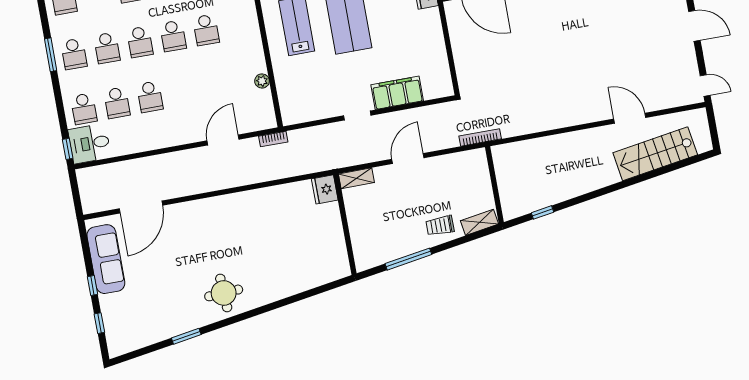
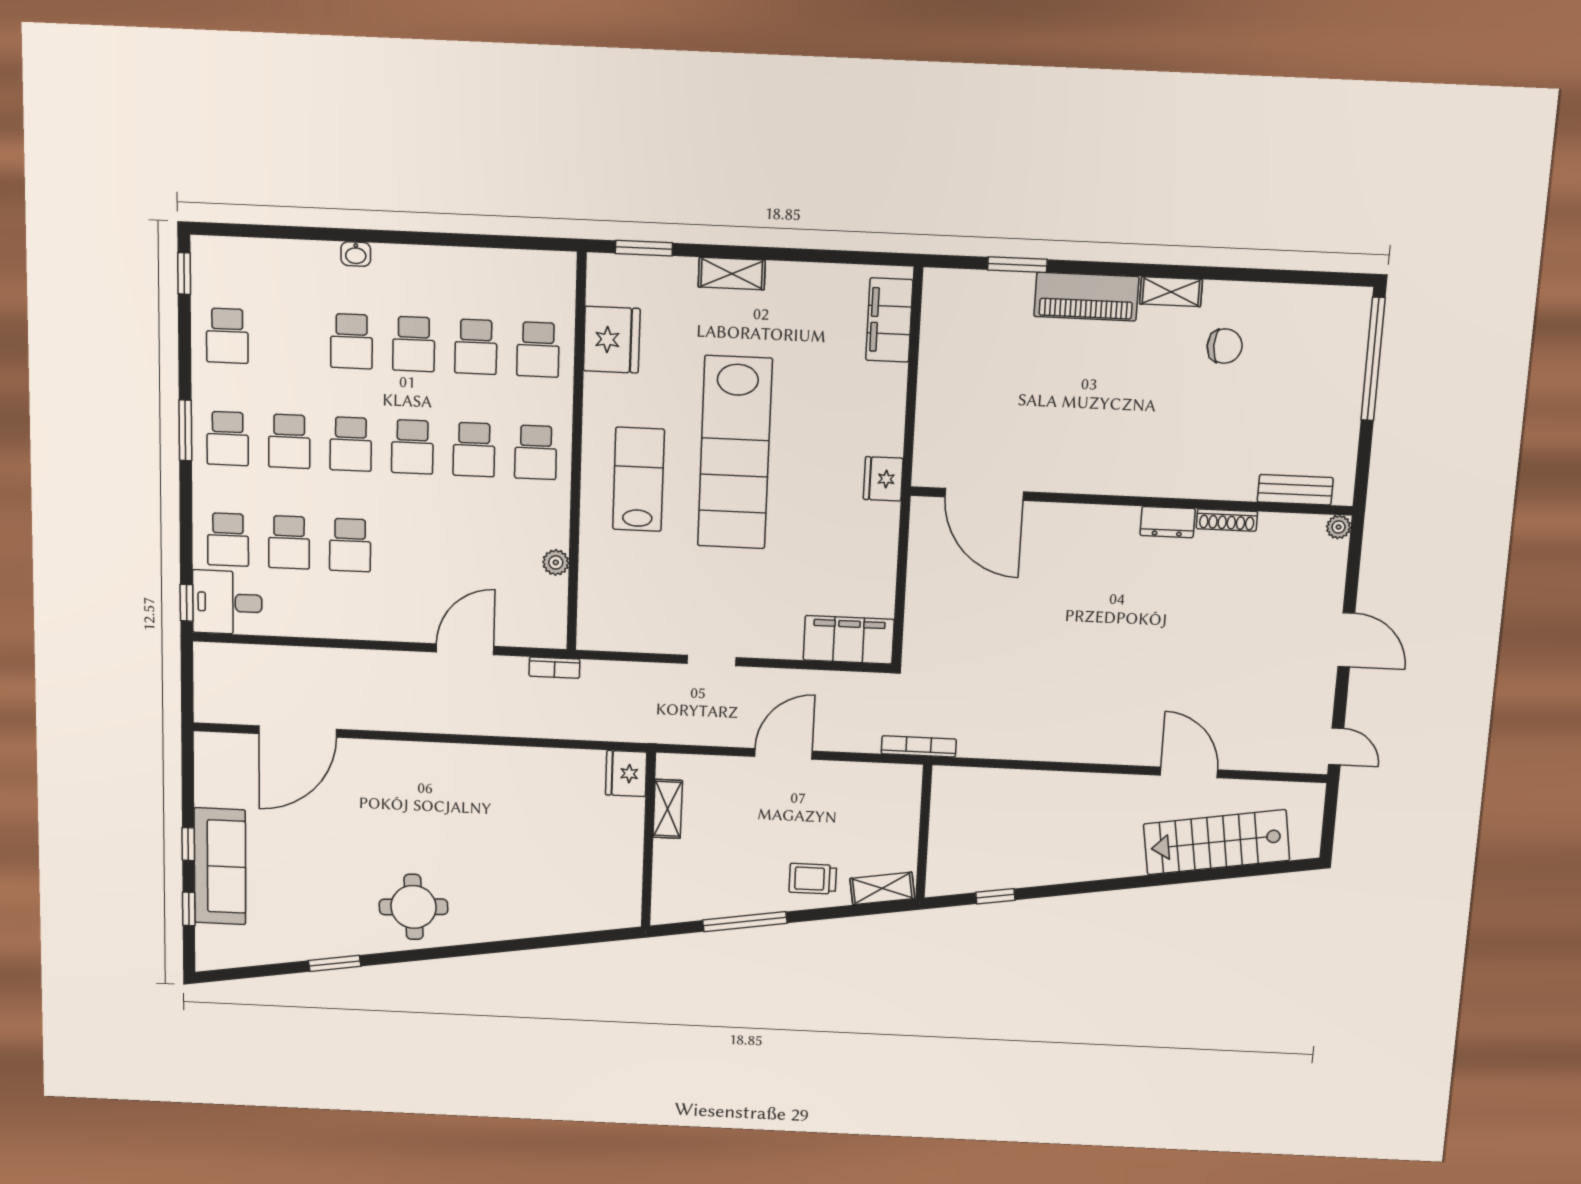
school desk: (239, 24) -> (536, 452), added
filing cabinet: (397, 93) -> (849, 640), moved
shelving: (356, 178) -> (668, 809), moved, turned 90
sofa: (106, 259) -> (220, 866), moved

